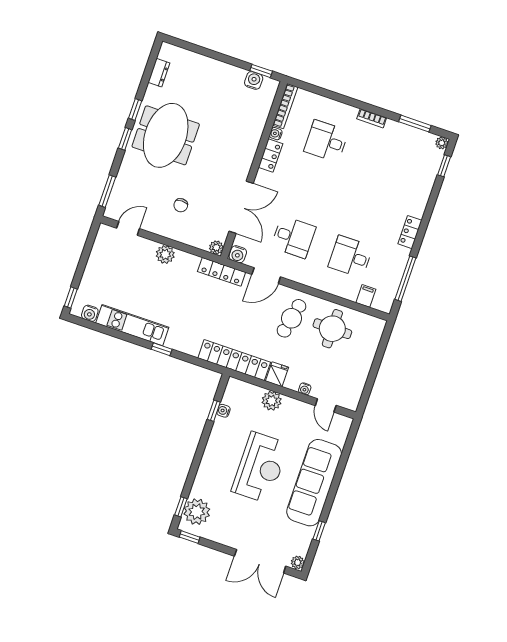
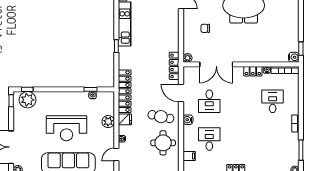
water cooler: (254, 80) -> (294, 57), moved
plant: (165, 254) -> (173, 29), removed
water cooler: (238, 254) -> (188, 120), moved

